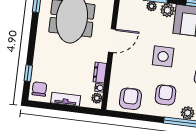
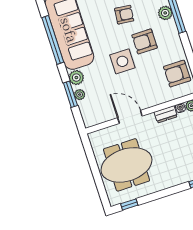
armchair: (165, 95) -> (145, 41), moved

